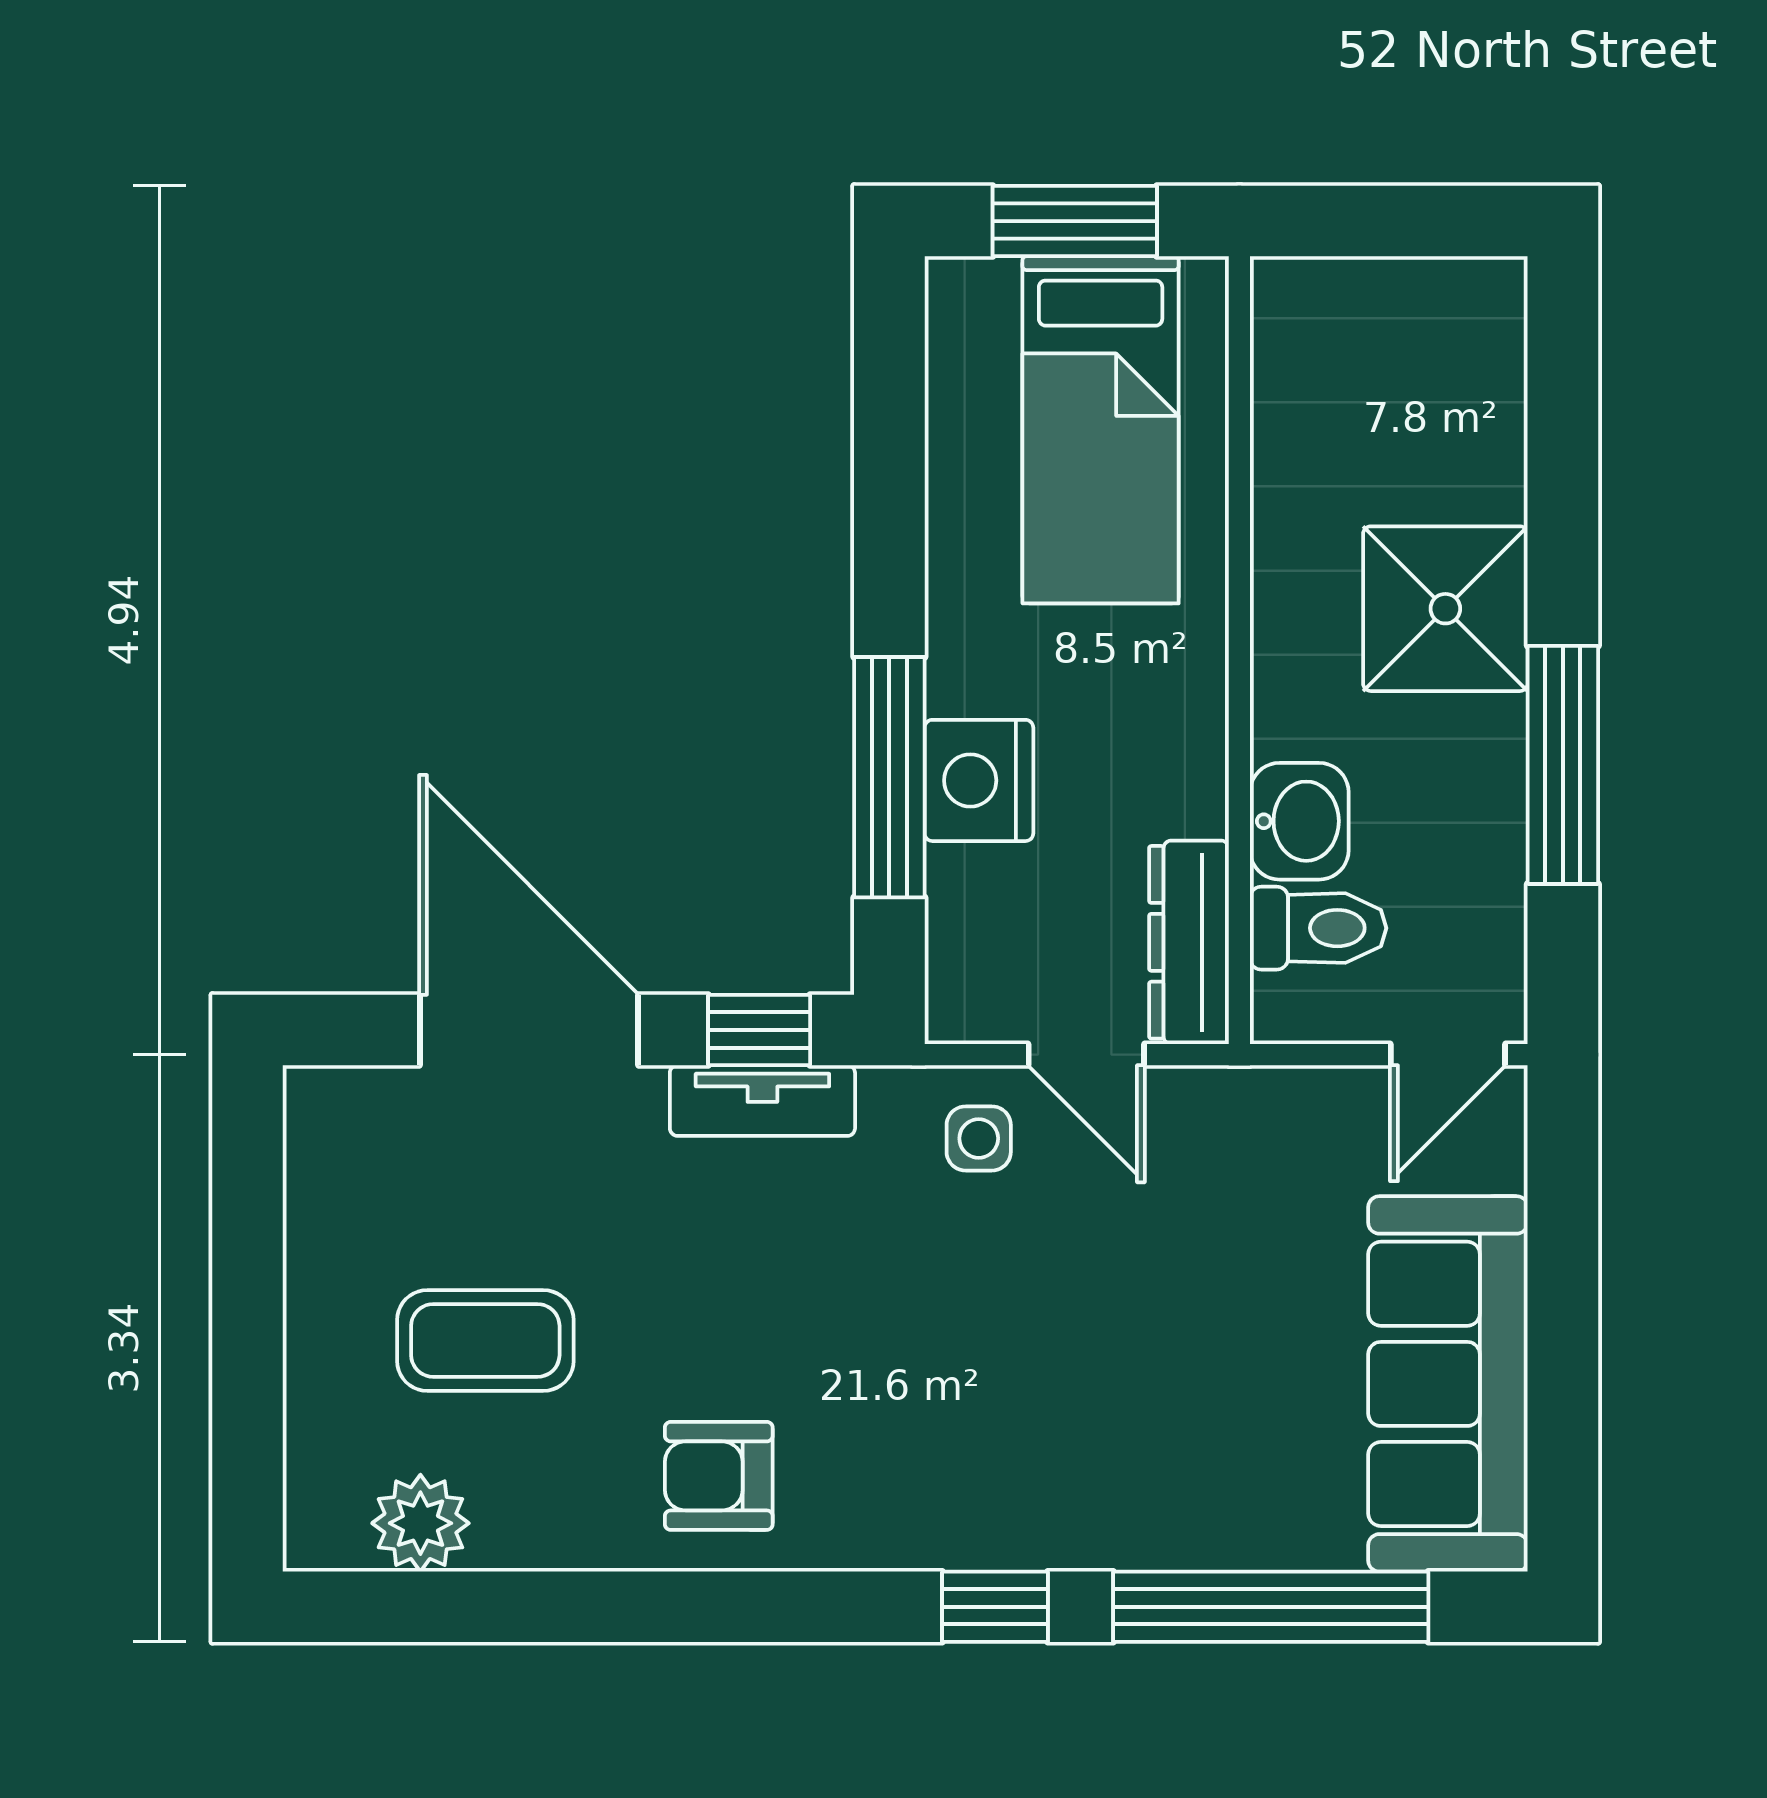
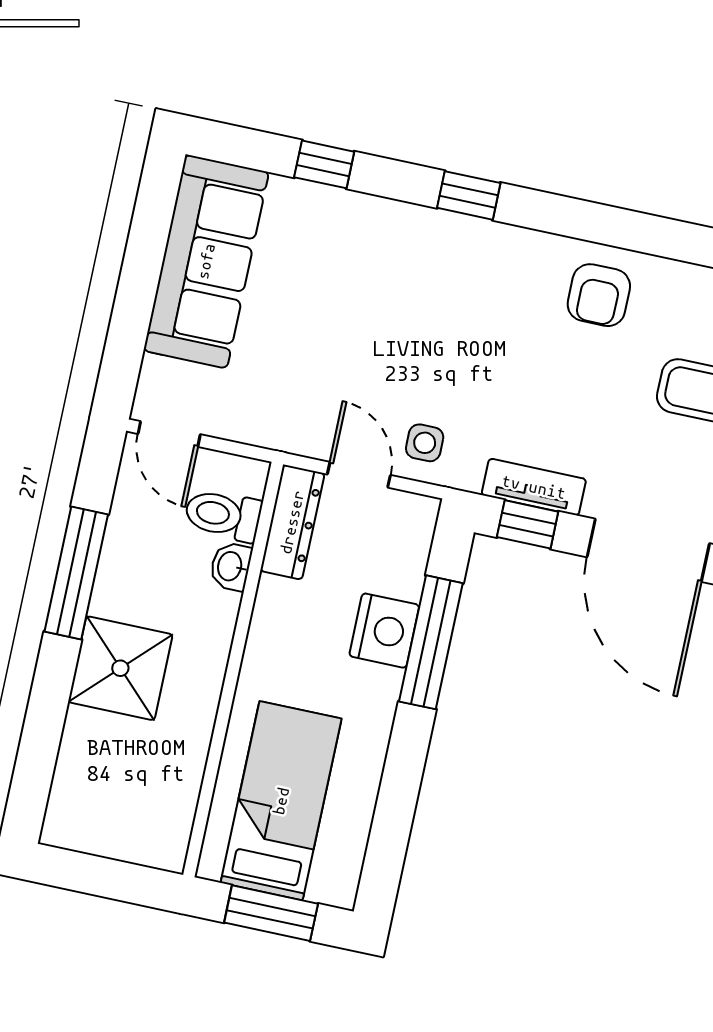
washbasin: (1299, 821) -> (231, 566), width x0.72, depth x0.69
door: (1448, 1055) -> (169, 434), swing flipped
armchair: (719, 1476) -> (599, 295), turned 90
window: (1271, 1607) -> (324, 164), width x0.32

